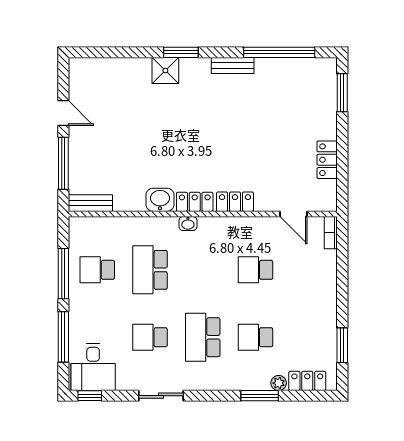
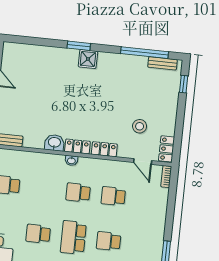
bench: (233, 65) -> (162, 63), moved
shower: (165, 71) -> (88, 59), moved
window: (342, 93) -> (184, 84), width x0.67
locker: (327, 160) -> (167, 149), moved
stool: (284, 162) -> (140, 126), added
school desk: (150, 270) -> (78, 192), moved, width x0.54

